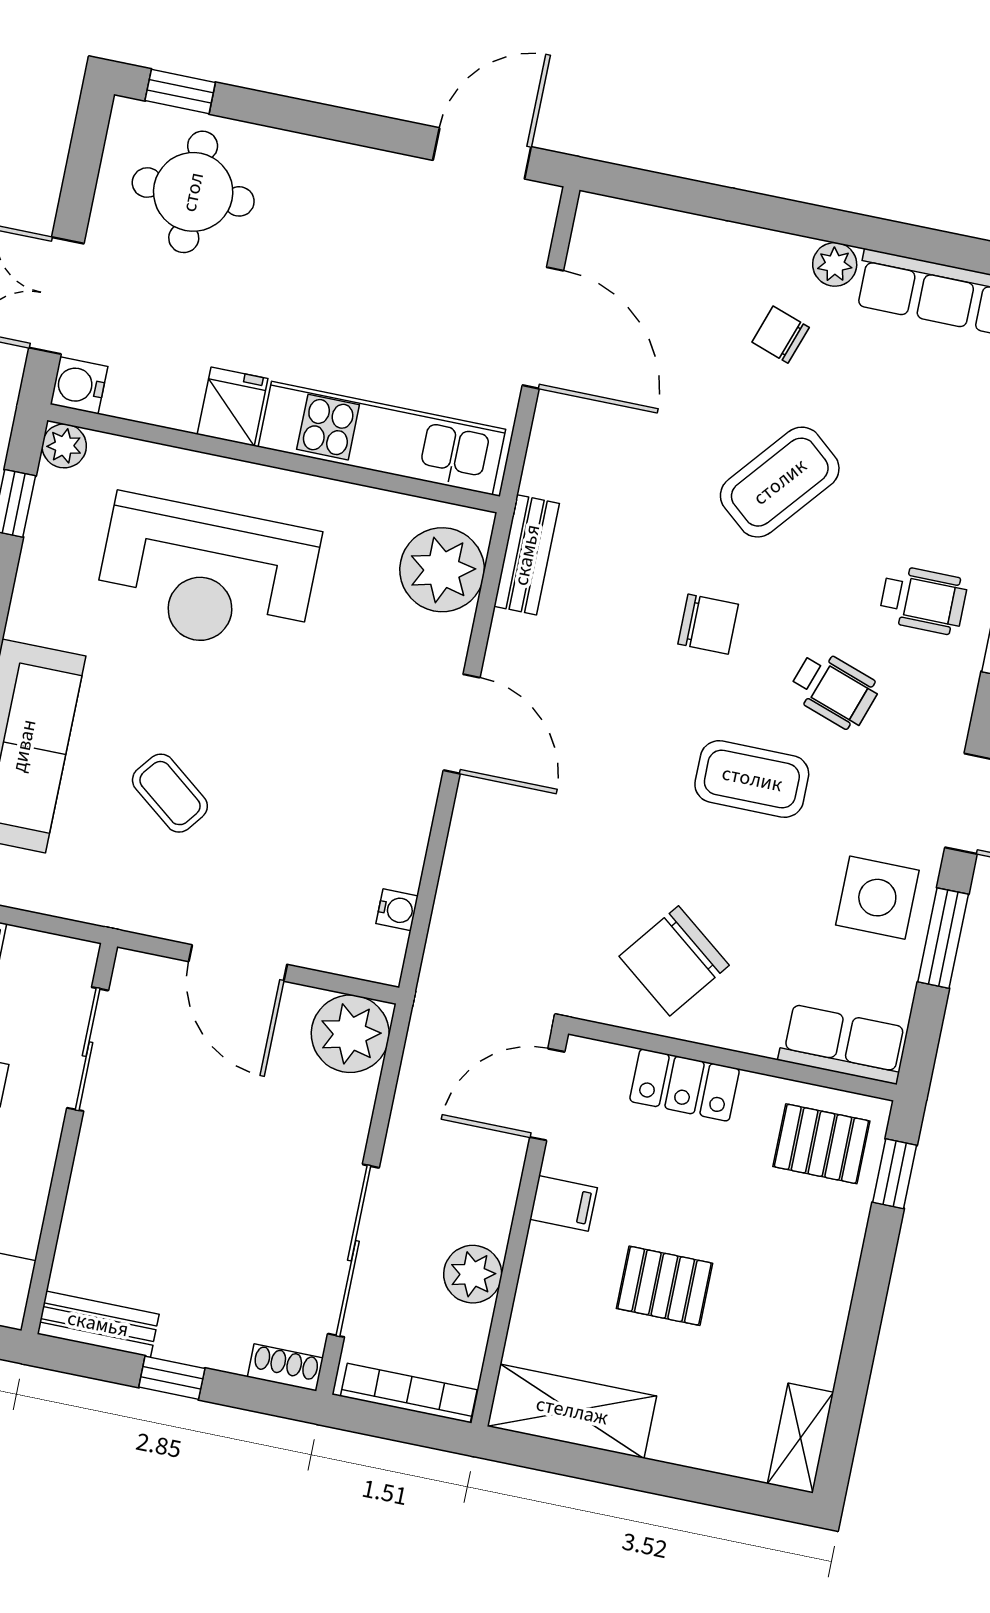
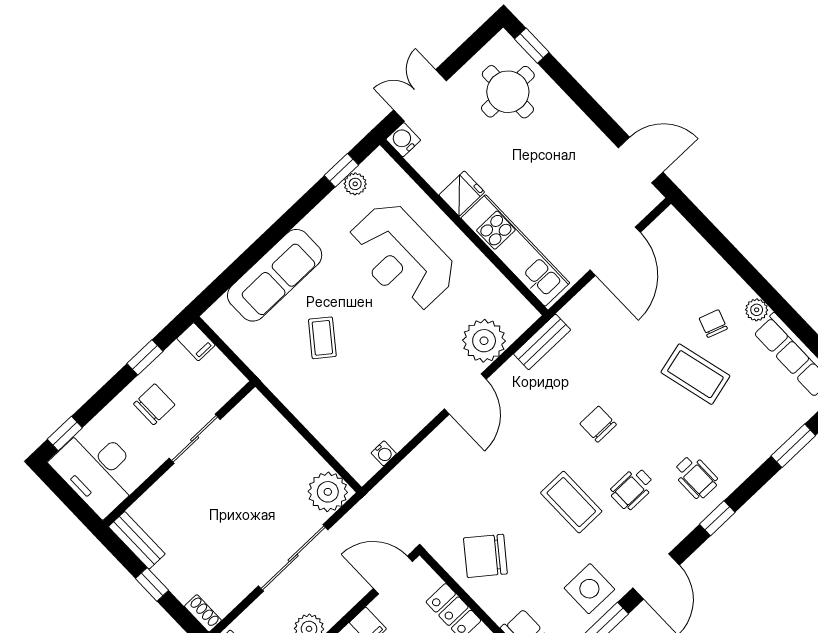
plant: (64, 446) -> (355, 184), moved
coffee table: (780, 482) -> (695, 374), moved, turned 36
plant: (442, 570) -> (484, 341), moved
chair: (708, 624) -> (598, 424), turned 180
wheelchair: (834, 690) -> (632, 489), turned 71
door: (238, 963) -> (301, 429), removed
sliding door: (88, 1049) -> (195, 439), moved
sliding door: (353, 1251) -> (293, 558), moved

